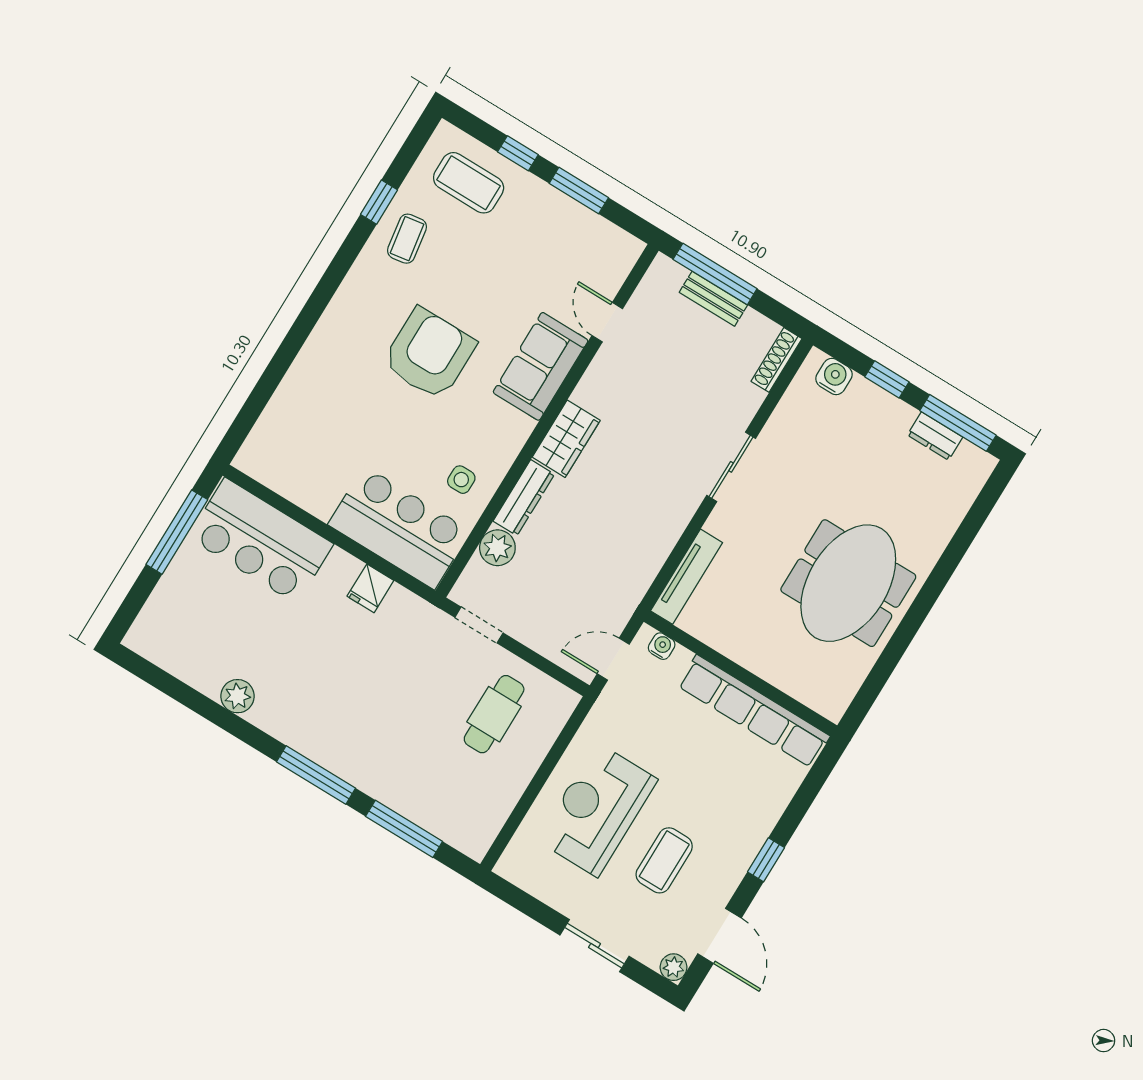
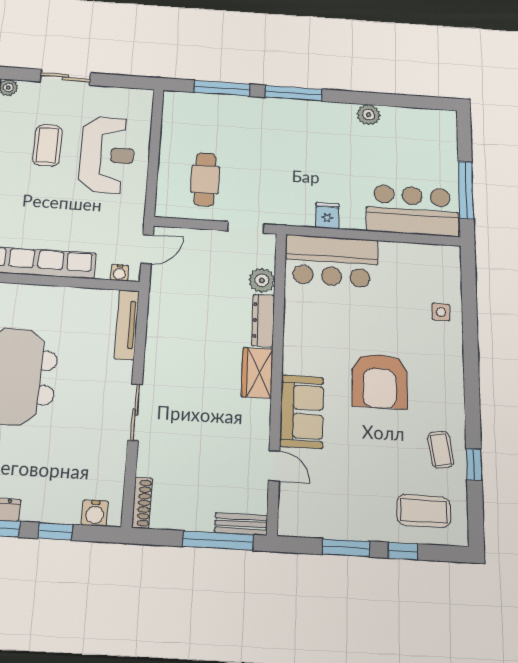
bench: (713, 299) -> (241, 524), moved
side table: (461, 480) -> (441, 312), moved

